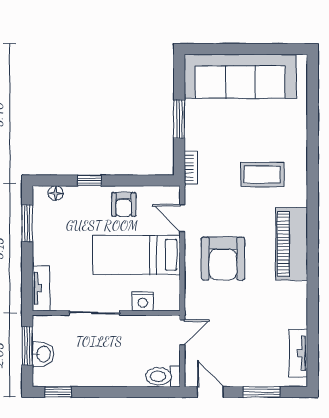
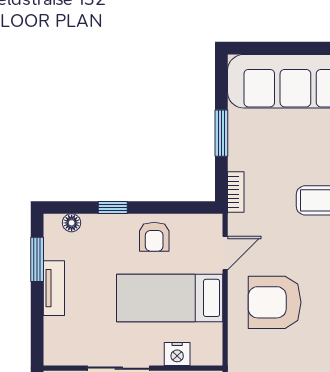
door: (182, 218) -> (225, 253), swing flipped
armchair: (223, 259) -> (275, 302), turned 90
tv unit: (41, 288) -> (54, 288), moved

